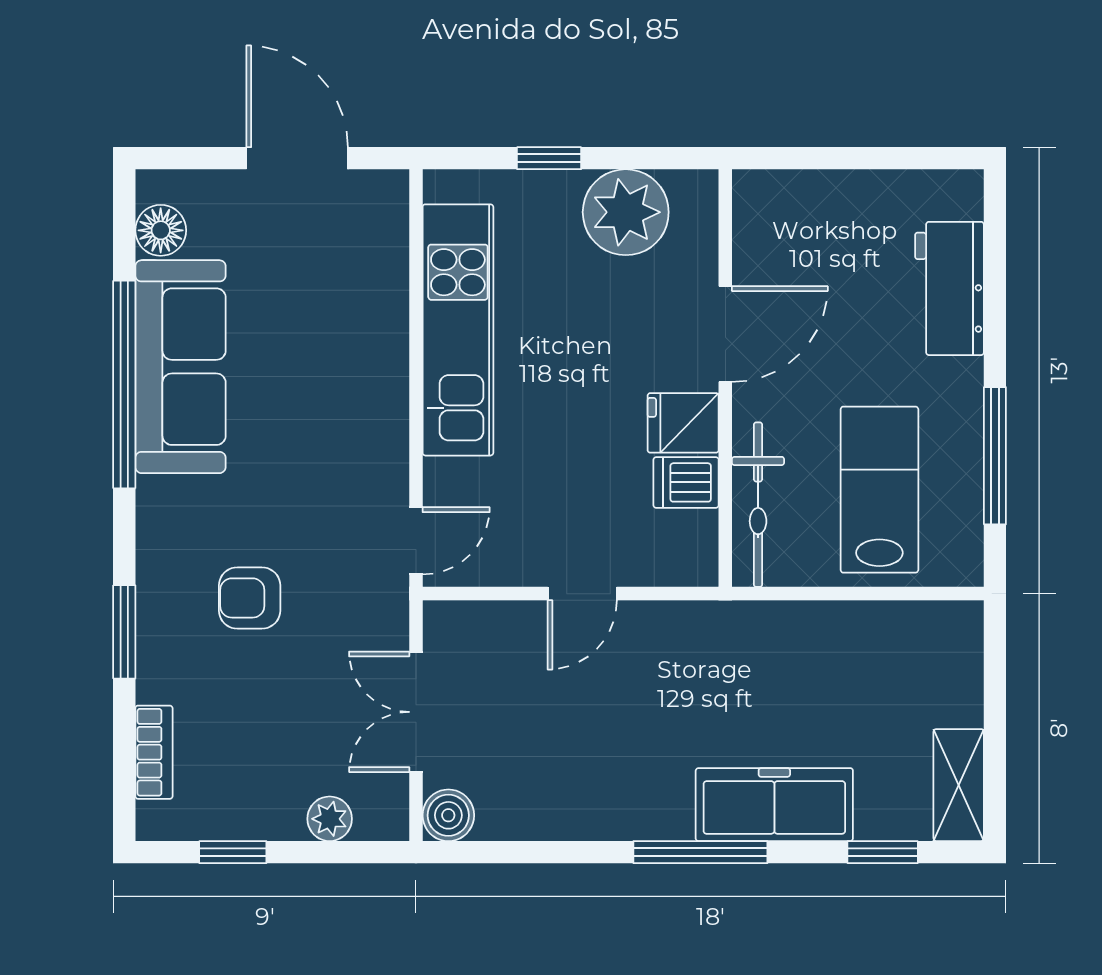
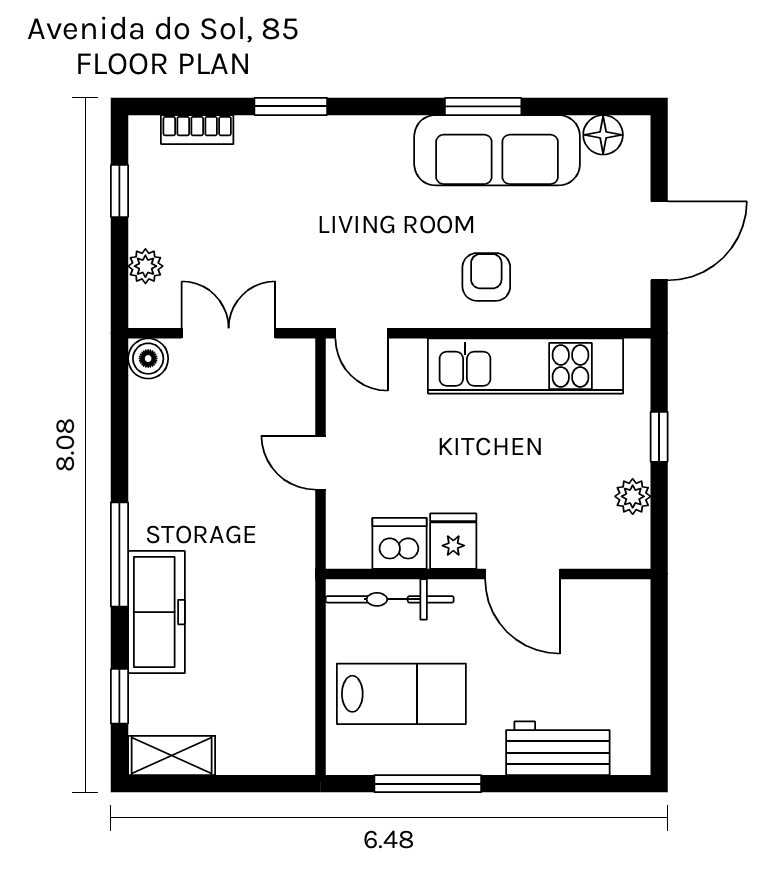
plant: (626, 212) -> (633, 496), width x0.53, depth x0.53
window: (124, 385) -> (483, 106), width x0.47
dishwasher: (686, 482) -> (399, 543), width x1.38
armchair: (250, 598) -> (486, 277), moved

